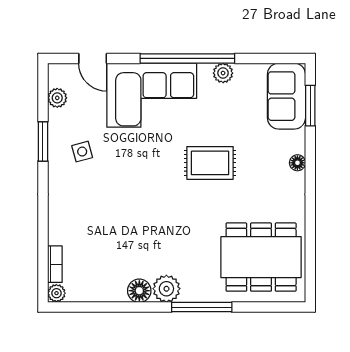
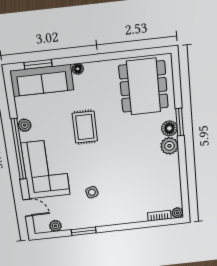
door: (93, 58) -> (28, 208), hinge flipped
sofa: (286, 96) -> (42, 80), width x1.36
side table: (82, 152) -> (92, 192), moved
floor lamp: (139, 291) -> (169, 128), moved
window: (202, 307) -> (180, 122), width x0.69

